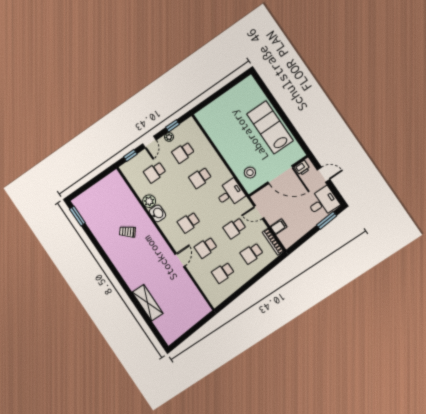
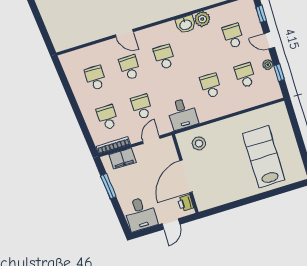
lab bench: (270, 127) -> (264, 157), moved, turned -90
window: (327, 220) -> (108, 186), moved
filing cabinet: (279, 227) -> (123, 158), width x2.00

